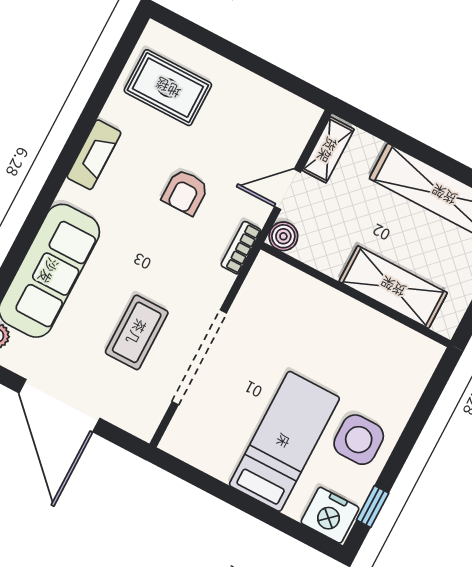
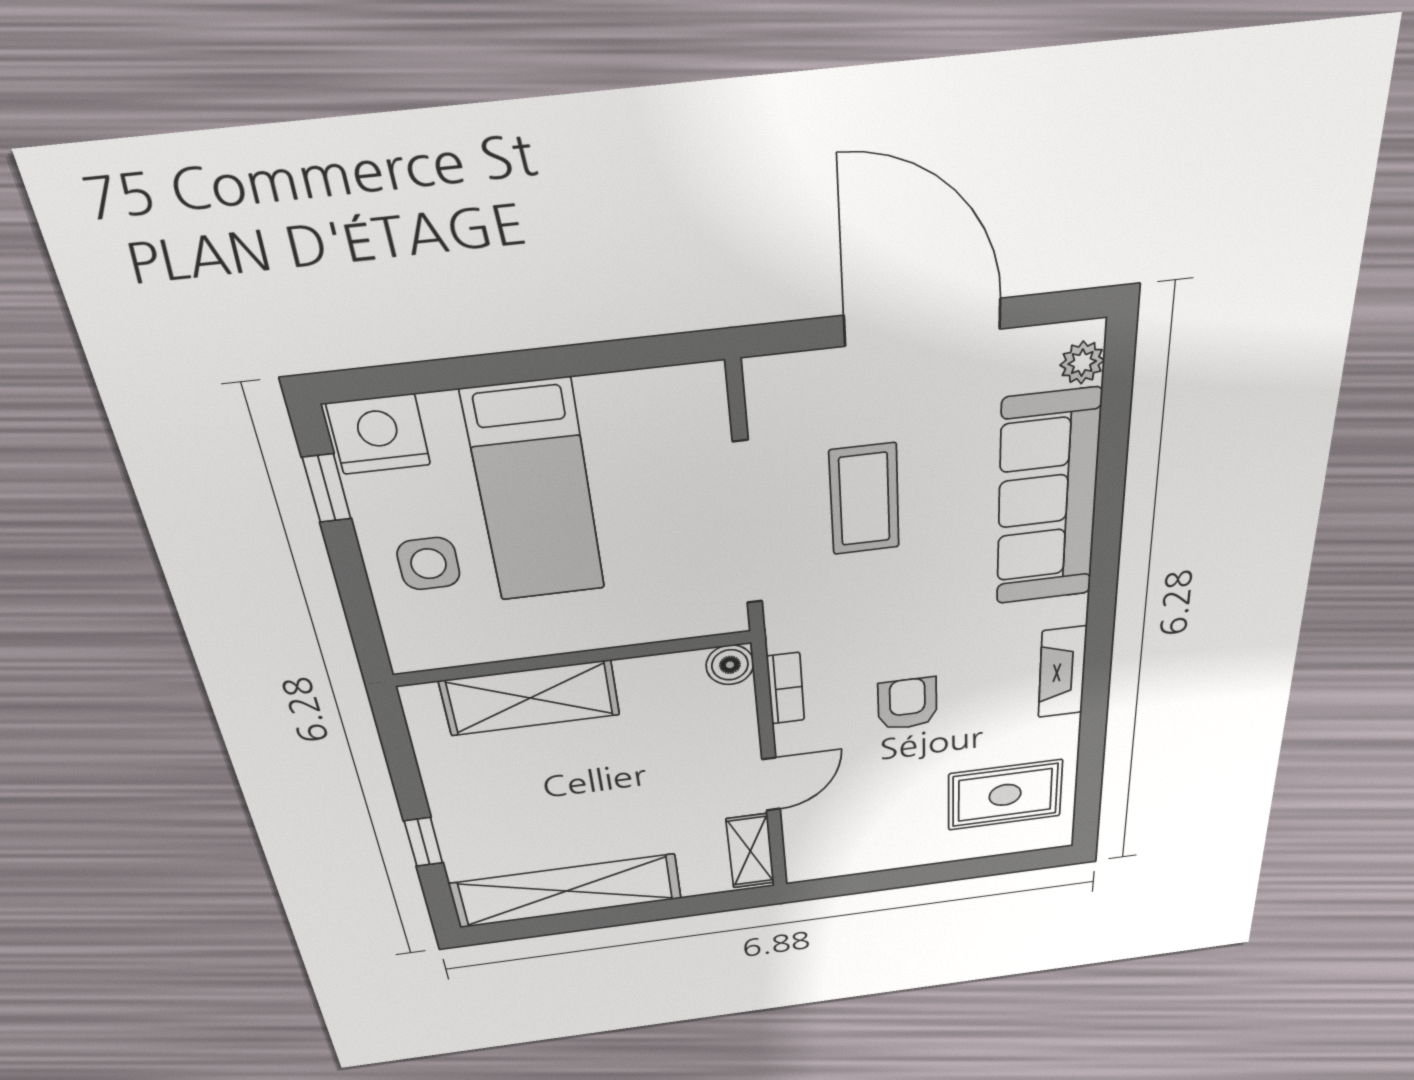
boiler: (283, 236) -> (730, 665), moved
shelving: (393, 287) -> (530, 698), moved
wall: (356, 295) -> (574, 658), moved
side table: (359, 440) -> (429, 564), width x0.73, depth x0.73

